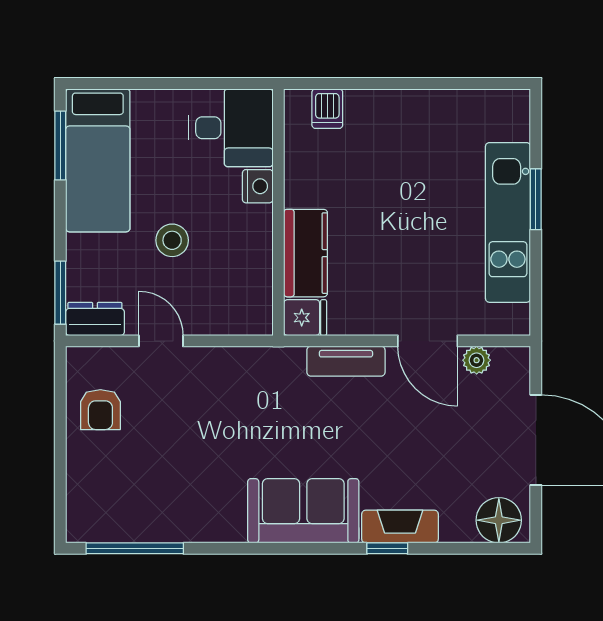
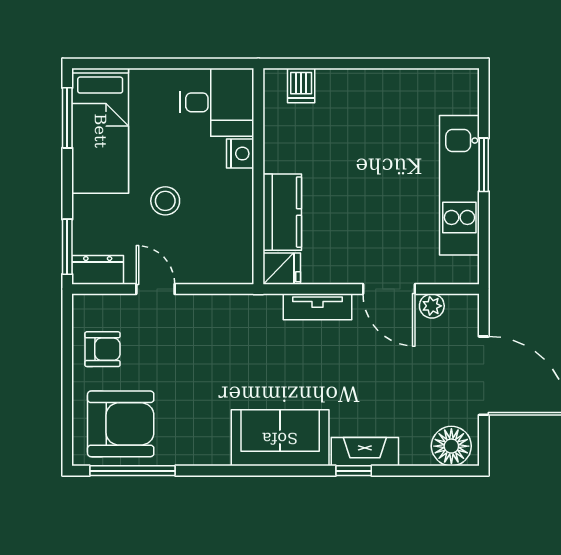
armchair: (100, 410) -> (102, 349), turned -90
armchair: (121, 495) -> (121, 424), added

